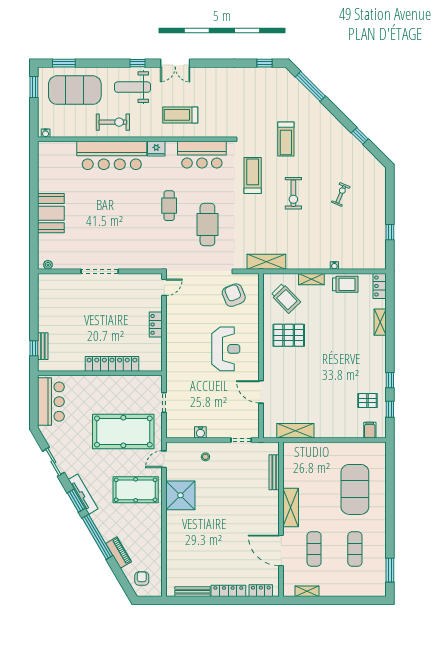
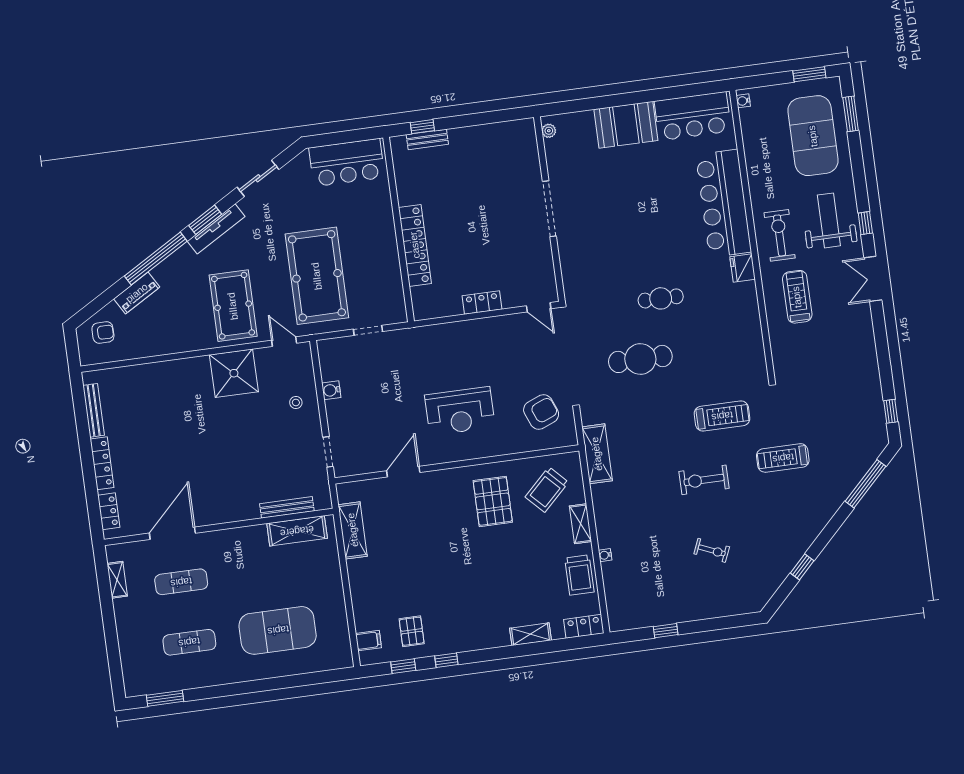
exercise bike: (113, 122) -> (780, 235), moved, turned 180
bar counter: (202, 155) -> (693, 116), moved, turned -90
shelving: (291, 507) -> (297, 531), moved

